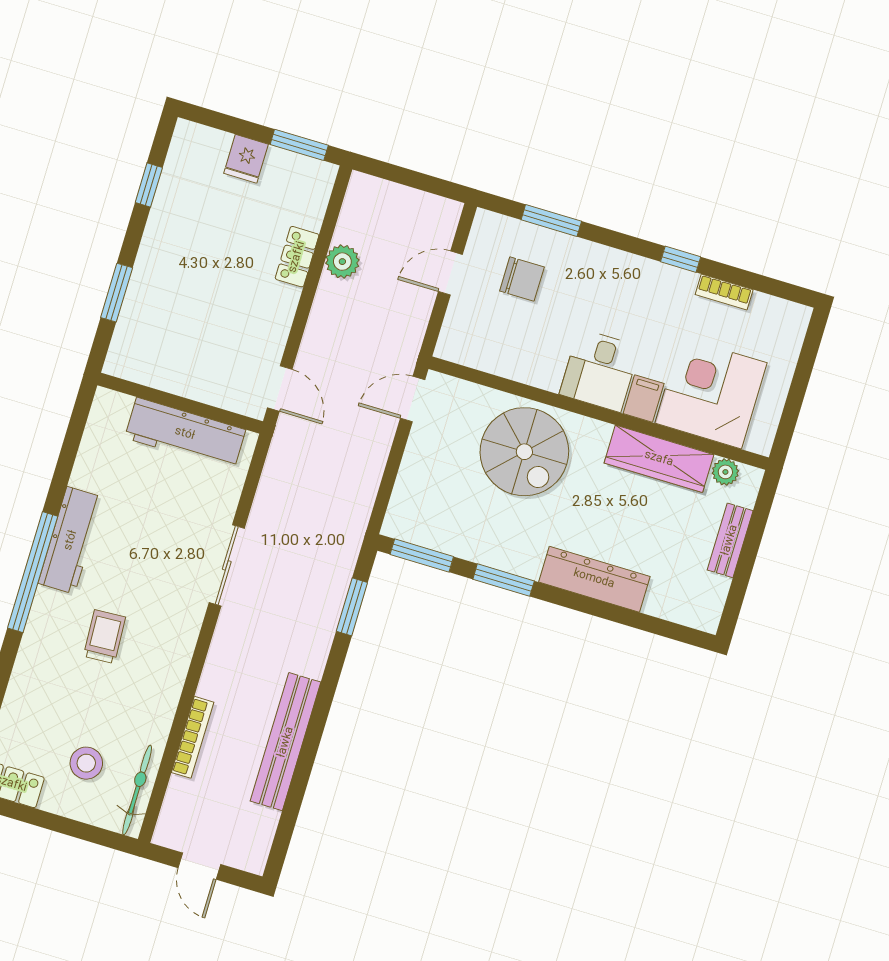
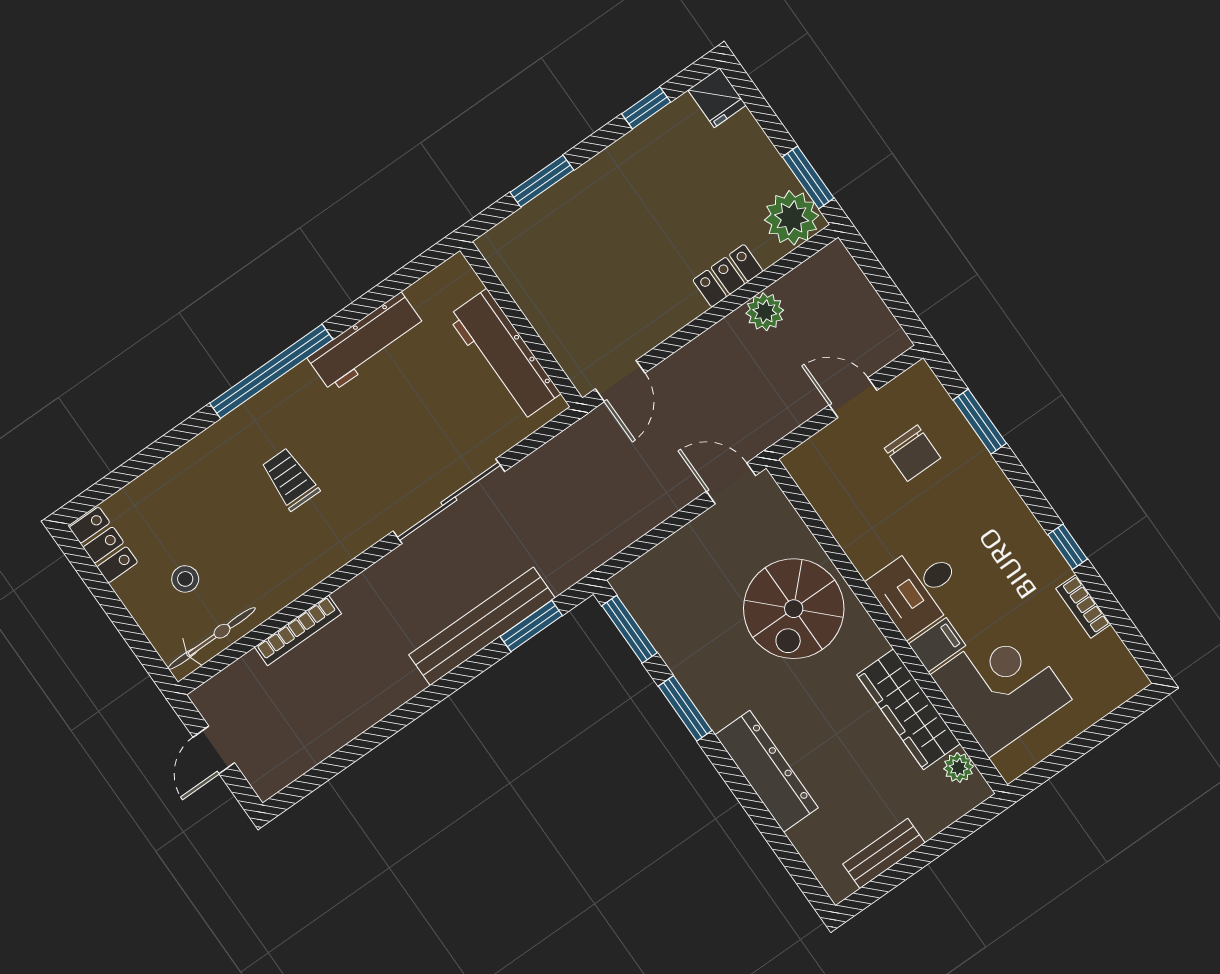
fridge: (246, 159) -> (717, 98), moved, turned -90
plant: (310, 182) -> (792, 218), added
workbench: (71, 540) -> (366, 342), moved
bench: (730, 540) -> (884, 853), moved
sliding door: (227, 565) -> (449, 501), width x1.37
trolley: (104, 637) -> (290, 479), turned -87
bench: (286, 742) -> (482, 626), moved
stool: (86, 763) -> (185, 579), width x0.73, depth x0.73

